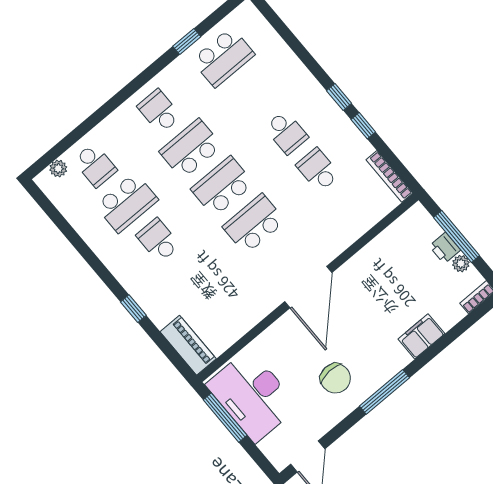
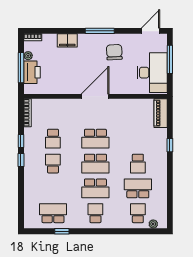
school desk: (159, 111) -> (95, 213), turned 180
printer: (445, 248) -> (32, 72), width x1.87, depth x1.48
window: (225, 418) -> (170, 59), moved

